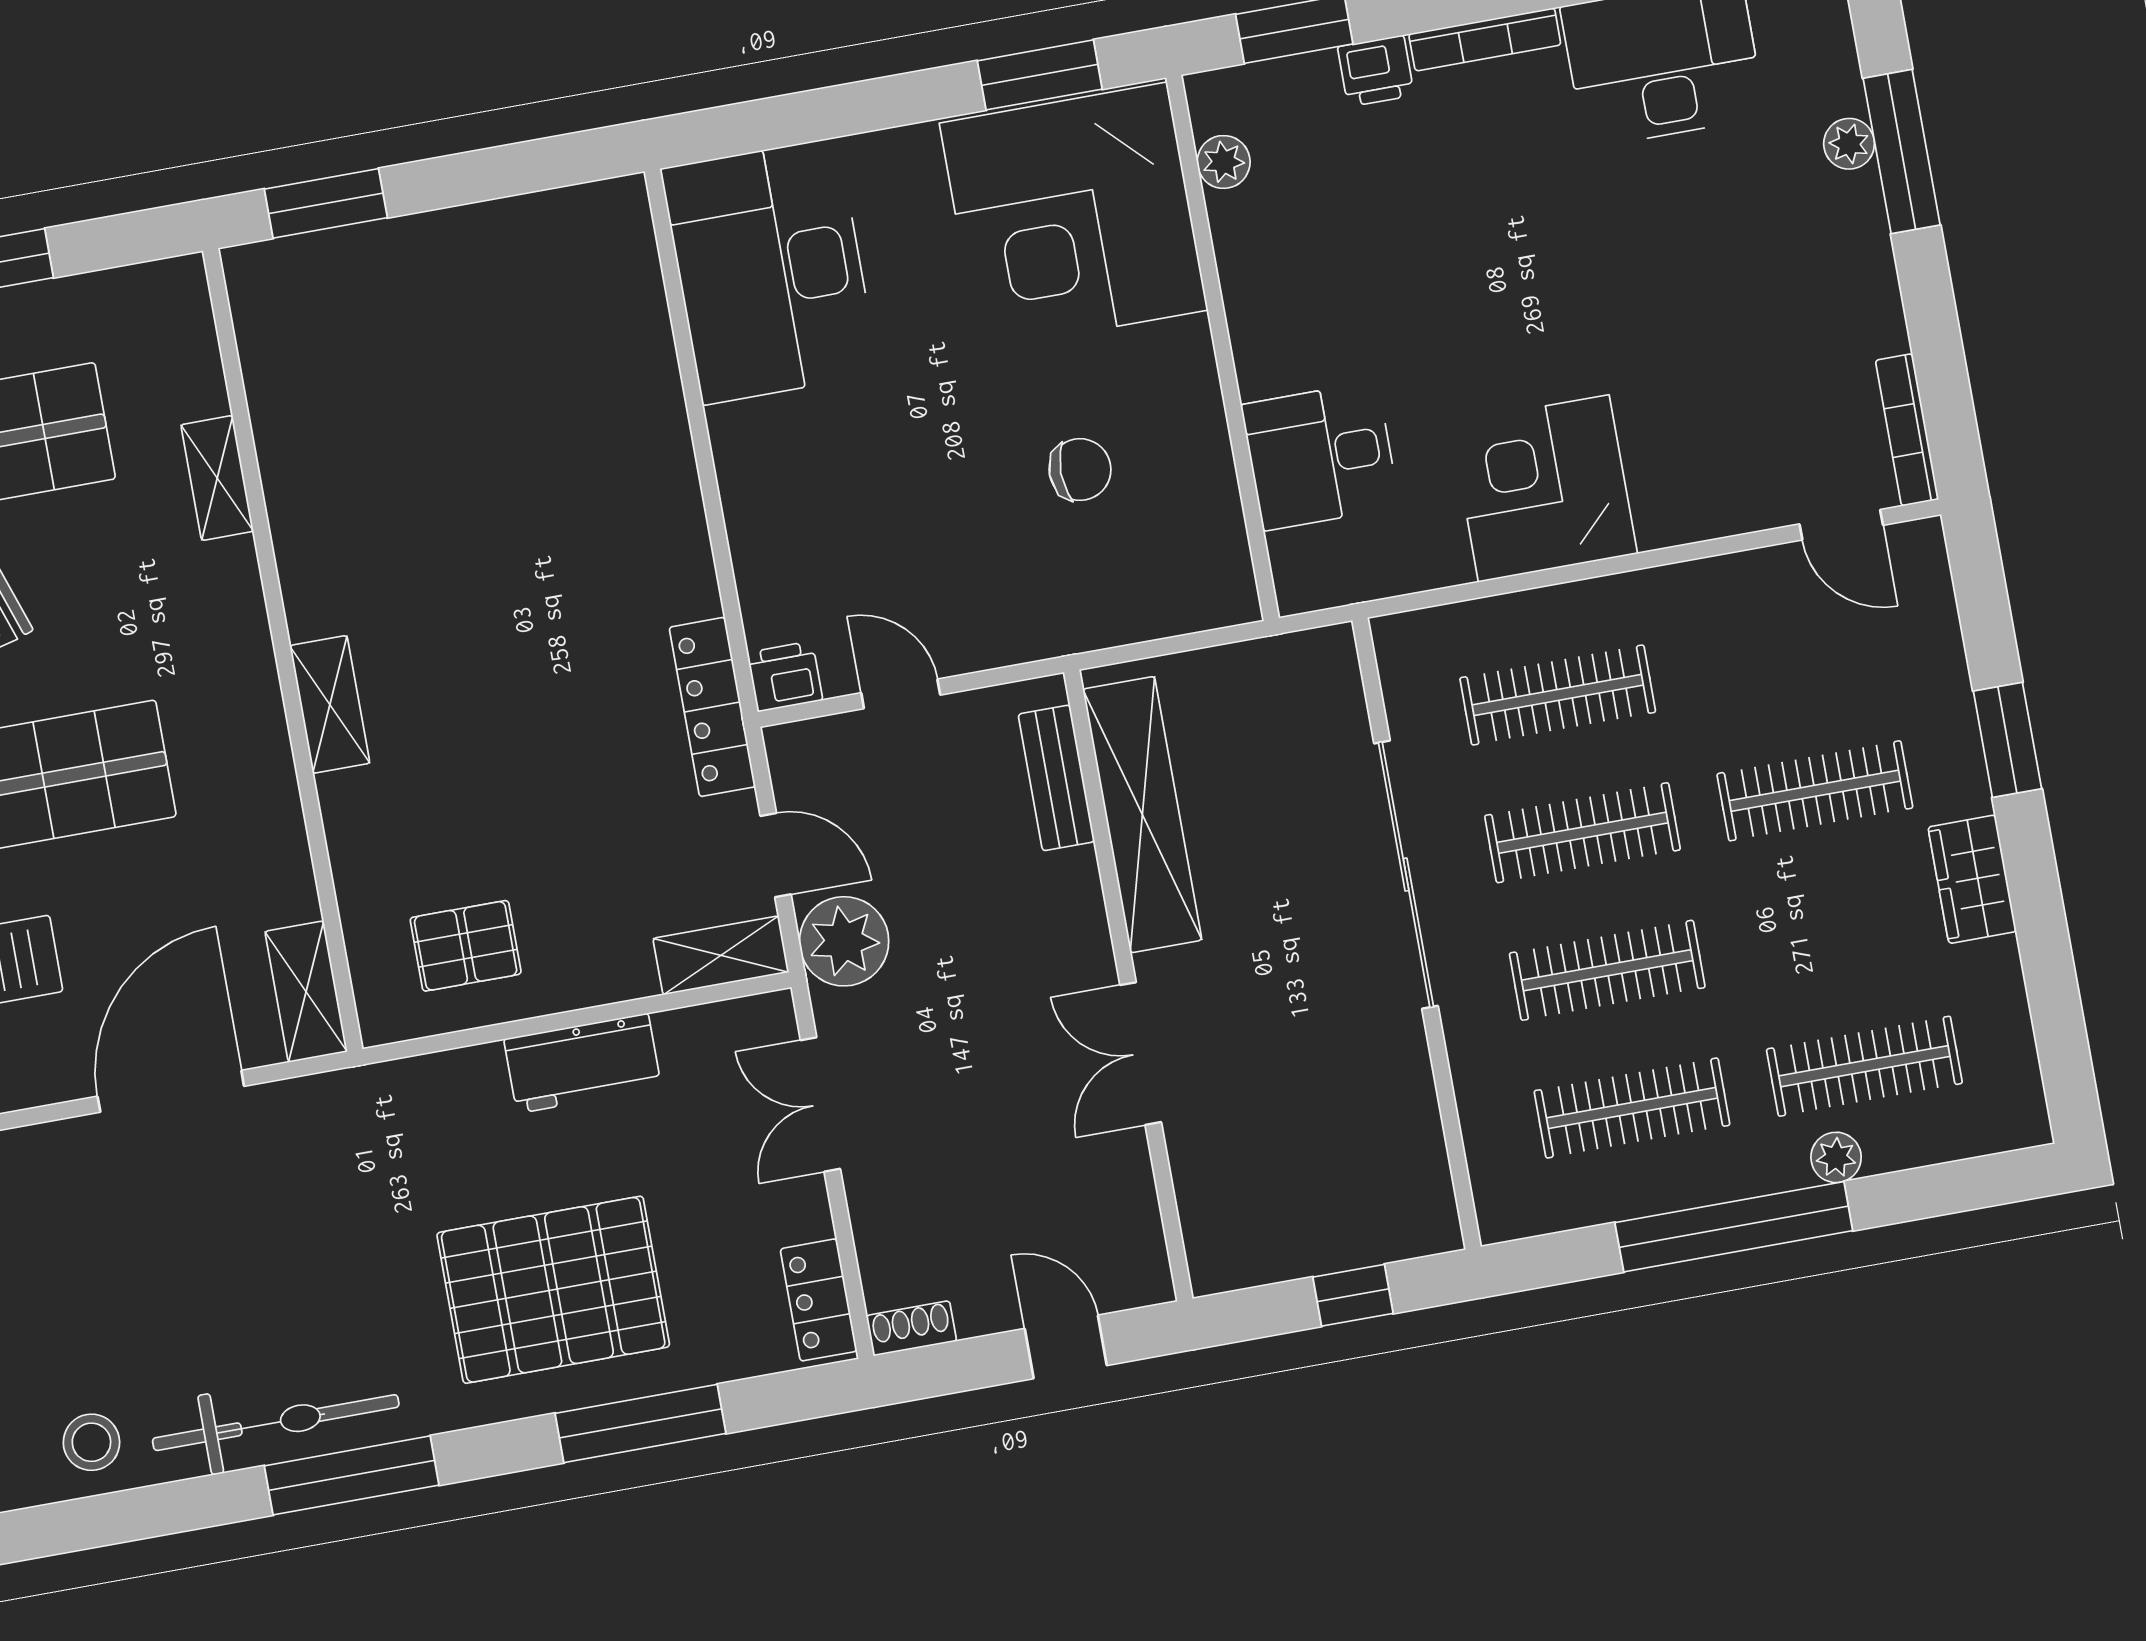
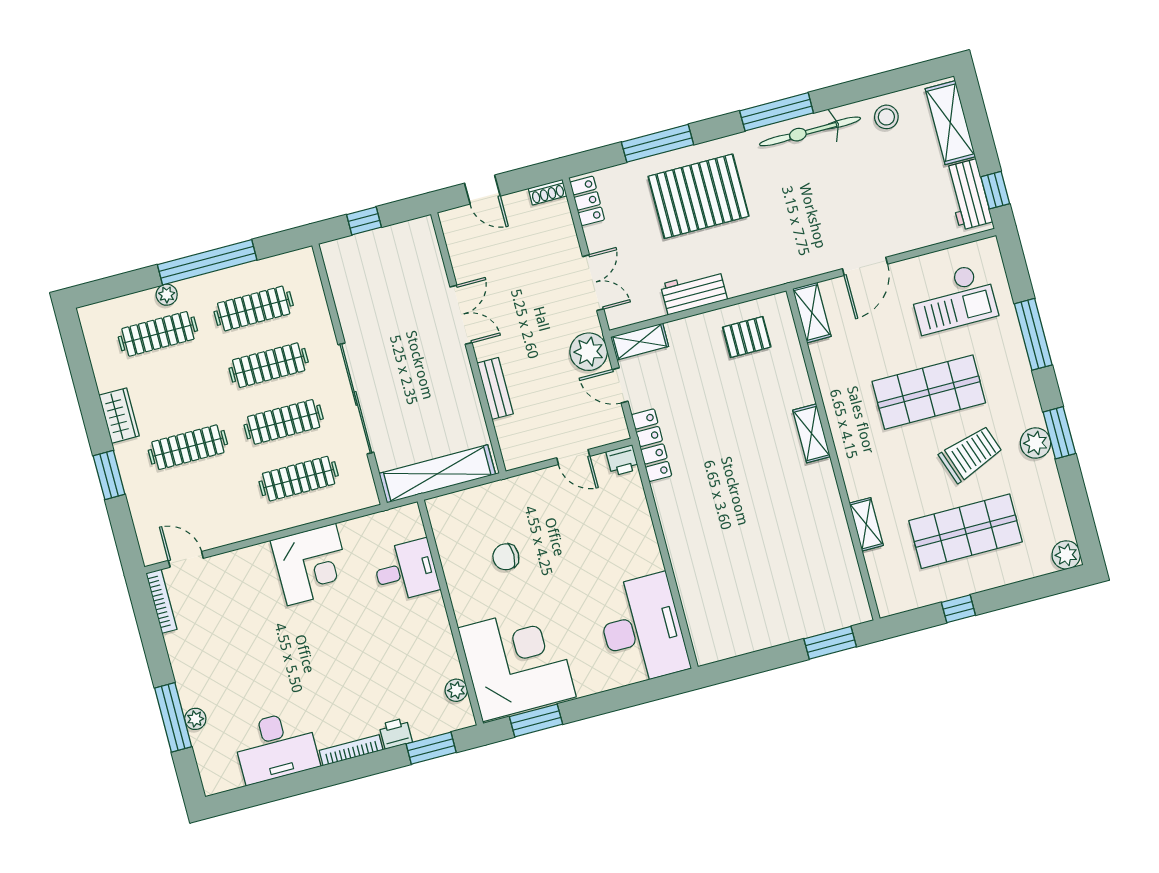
bench: (1056, 778) -> (495, 388), moved
shelving: (1142, 815) -> (437, 474), moved, turned 90
door: (171, 1091) -> (865, 266), width x0.73

